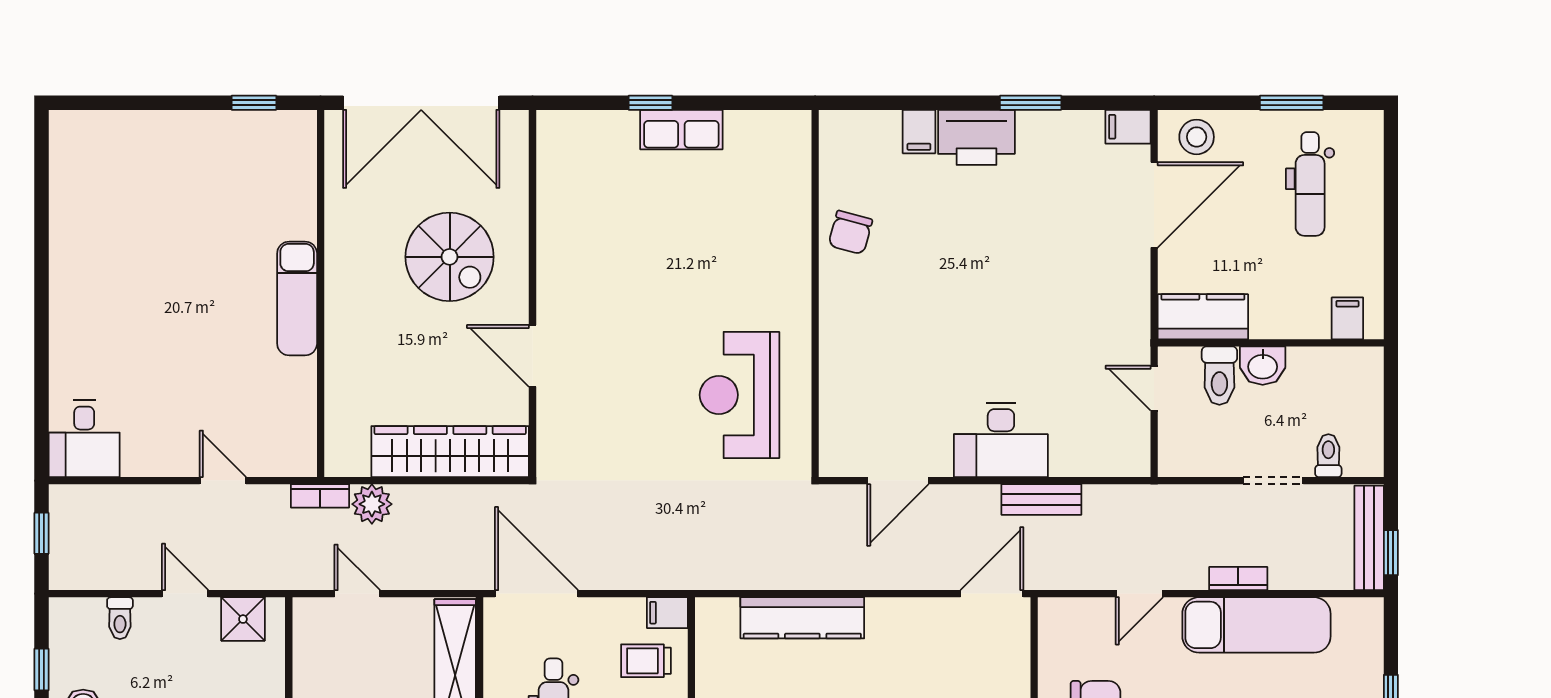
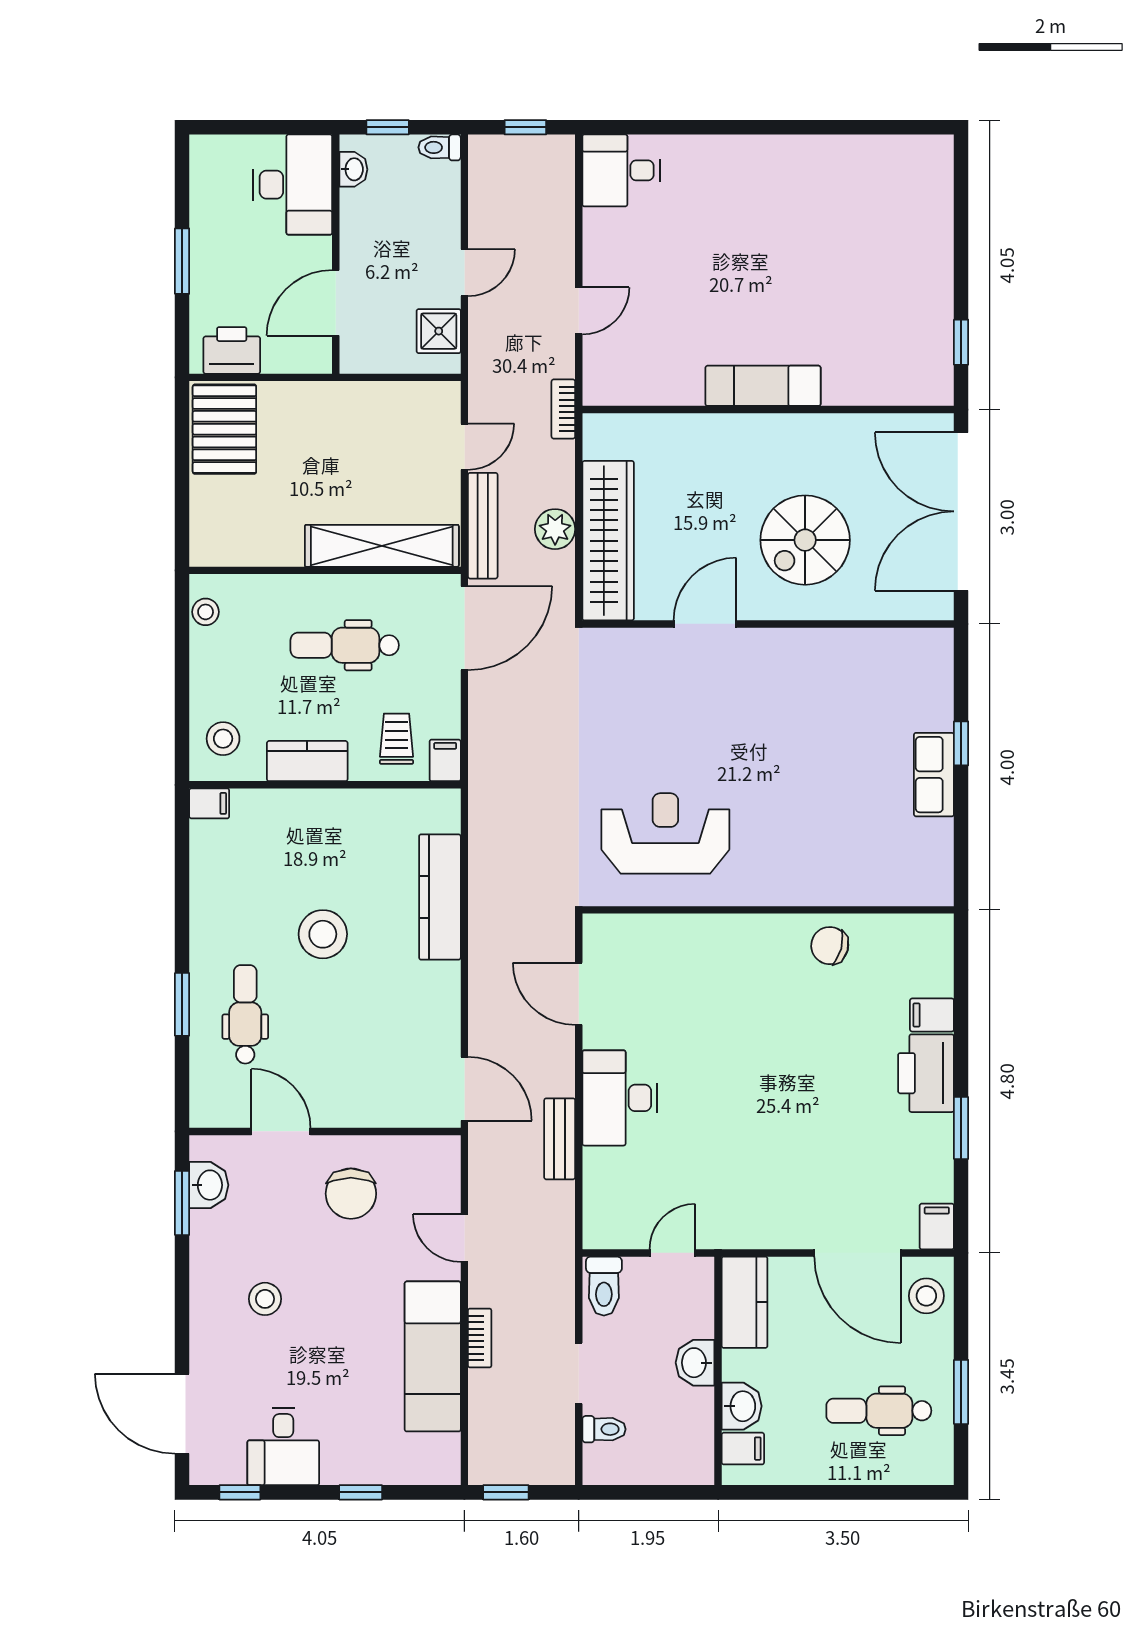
washbasin: (1306, 320) -> (742, 1406), added
toilet: (1219, 376) -> (604, 1286), moved, turned -90
plant: (372, 504) -> (555, 529), moved
bench: (1369, 538) -> (483, 526), moved, turned 90
toilet: (120, 618) -> (440, 147), moved

